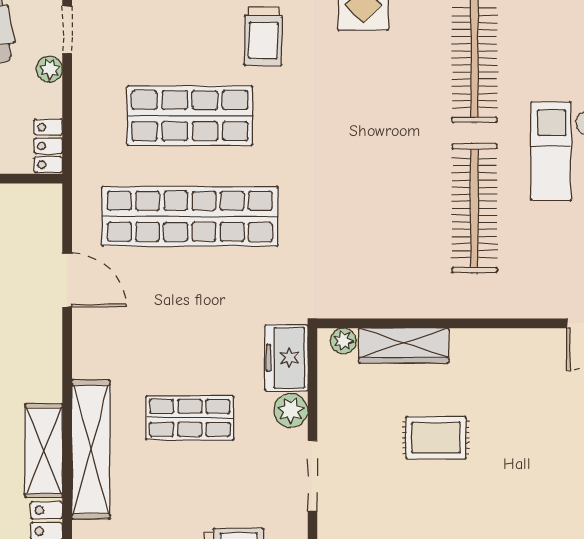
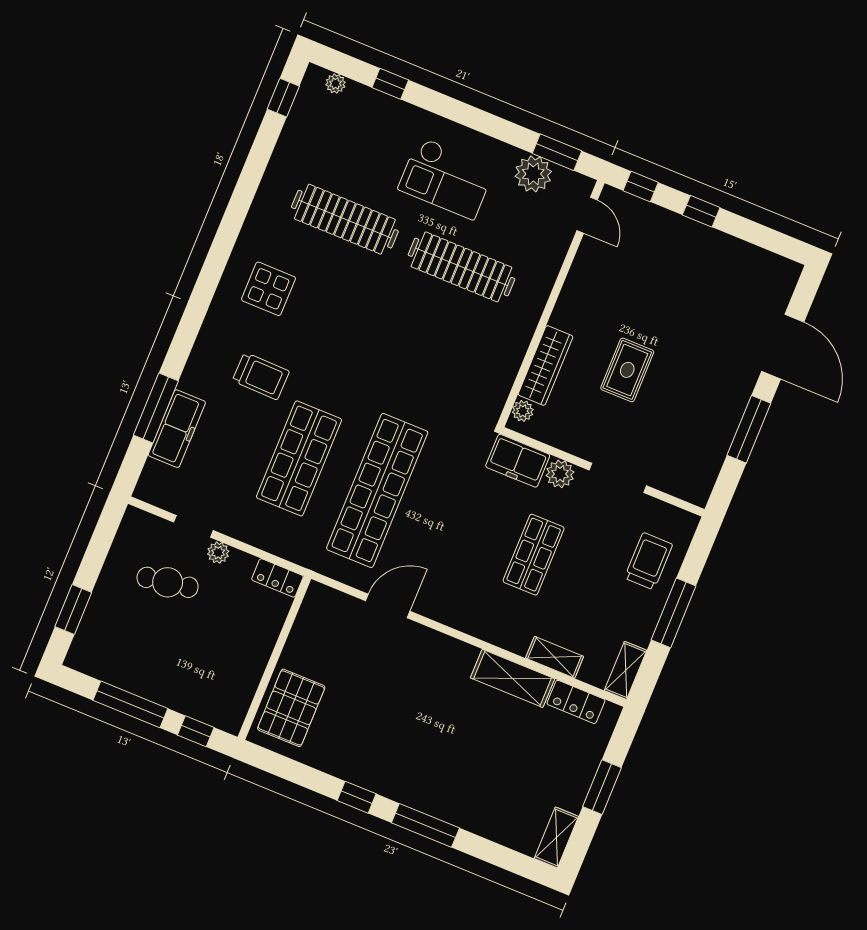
shelving: (91, 449) -> (555, 657), width x0.45, depth x0.75

